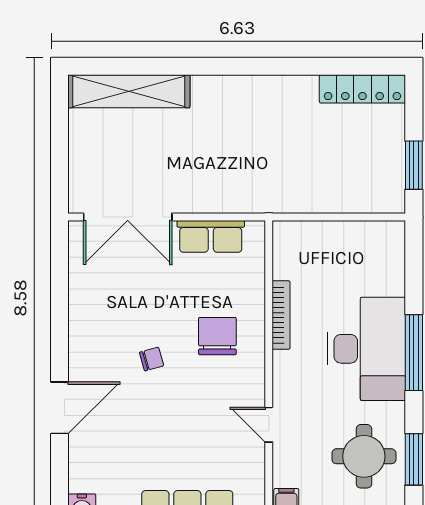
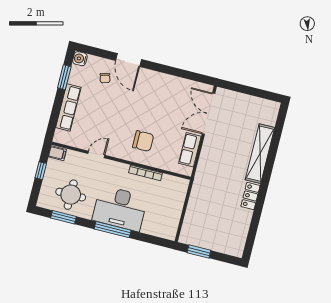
locker: (362, 89) -> (250, 196), moved, width x0.66
shelving: (129, 91) -> (260, 154), moved
chair: (152, 359) -> (105, 78), moved

